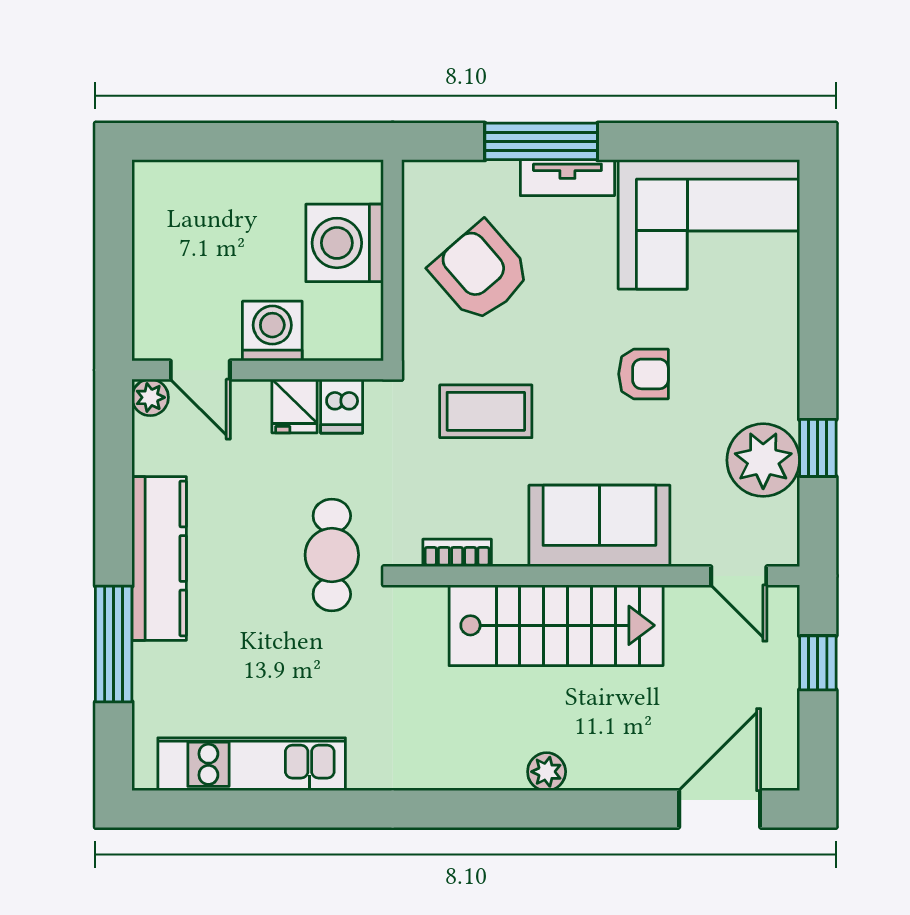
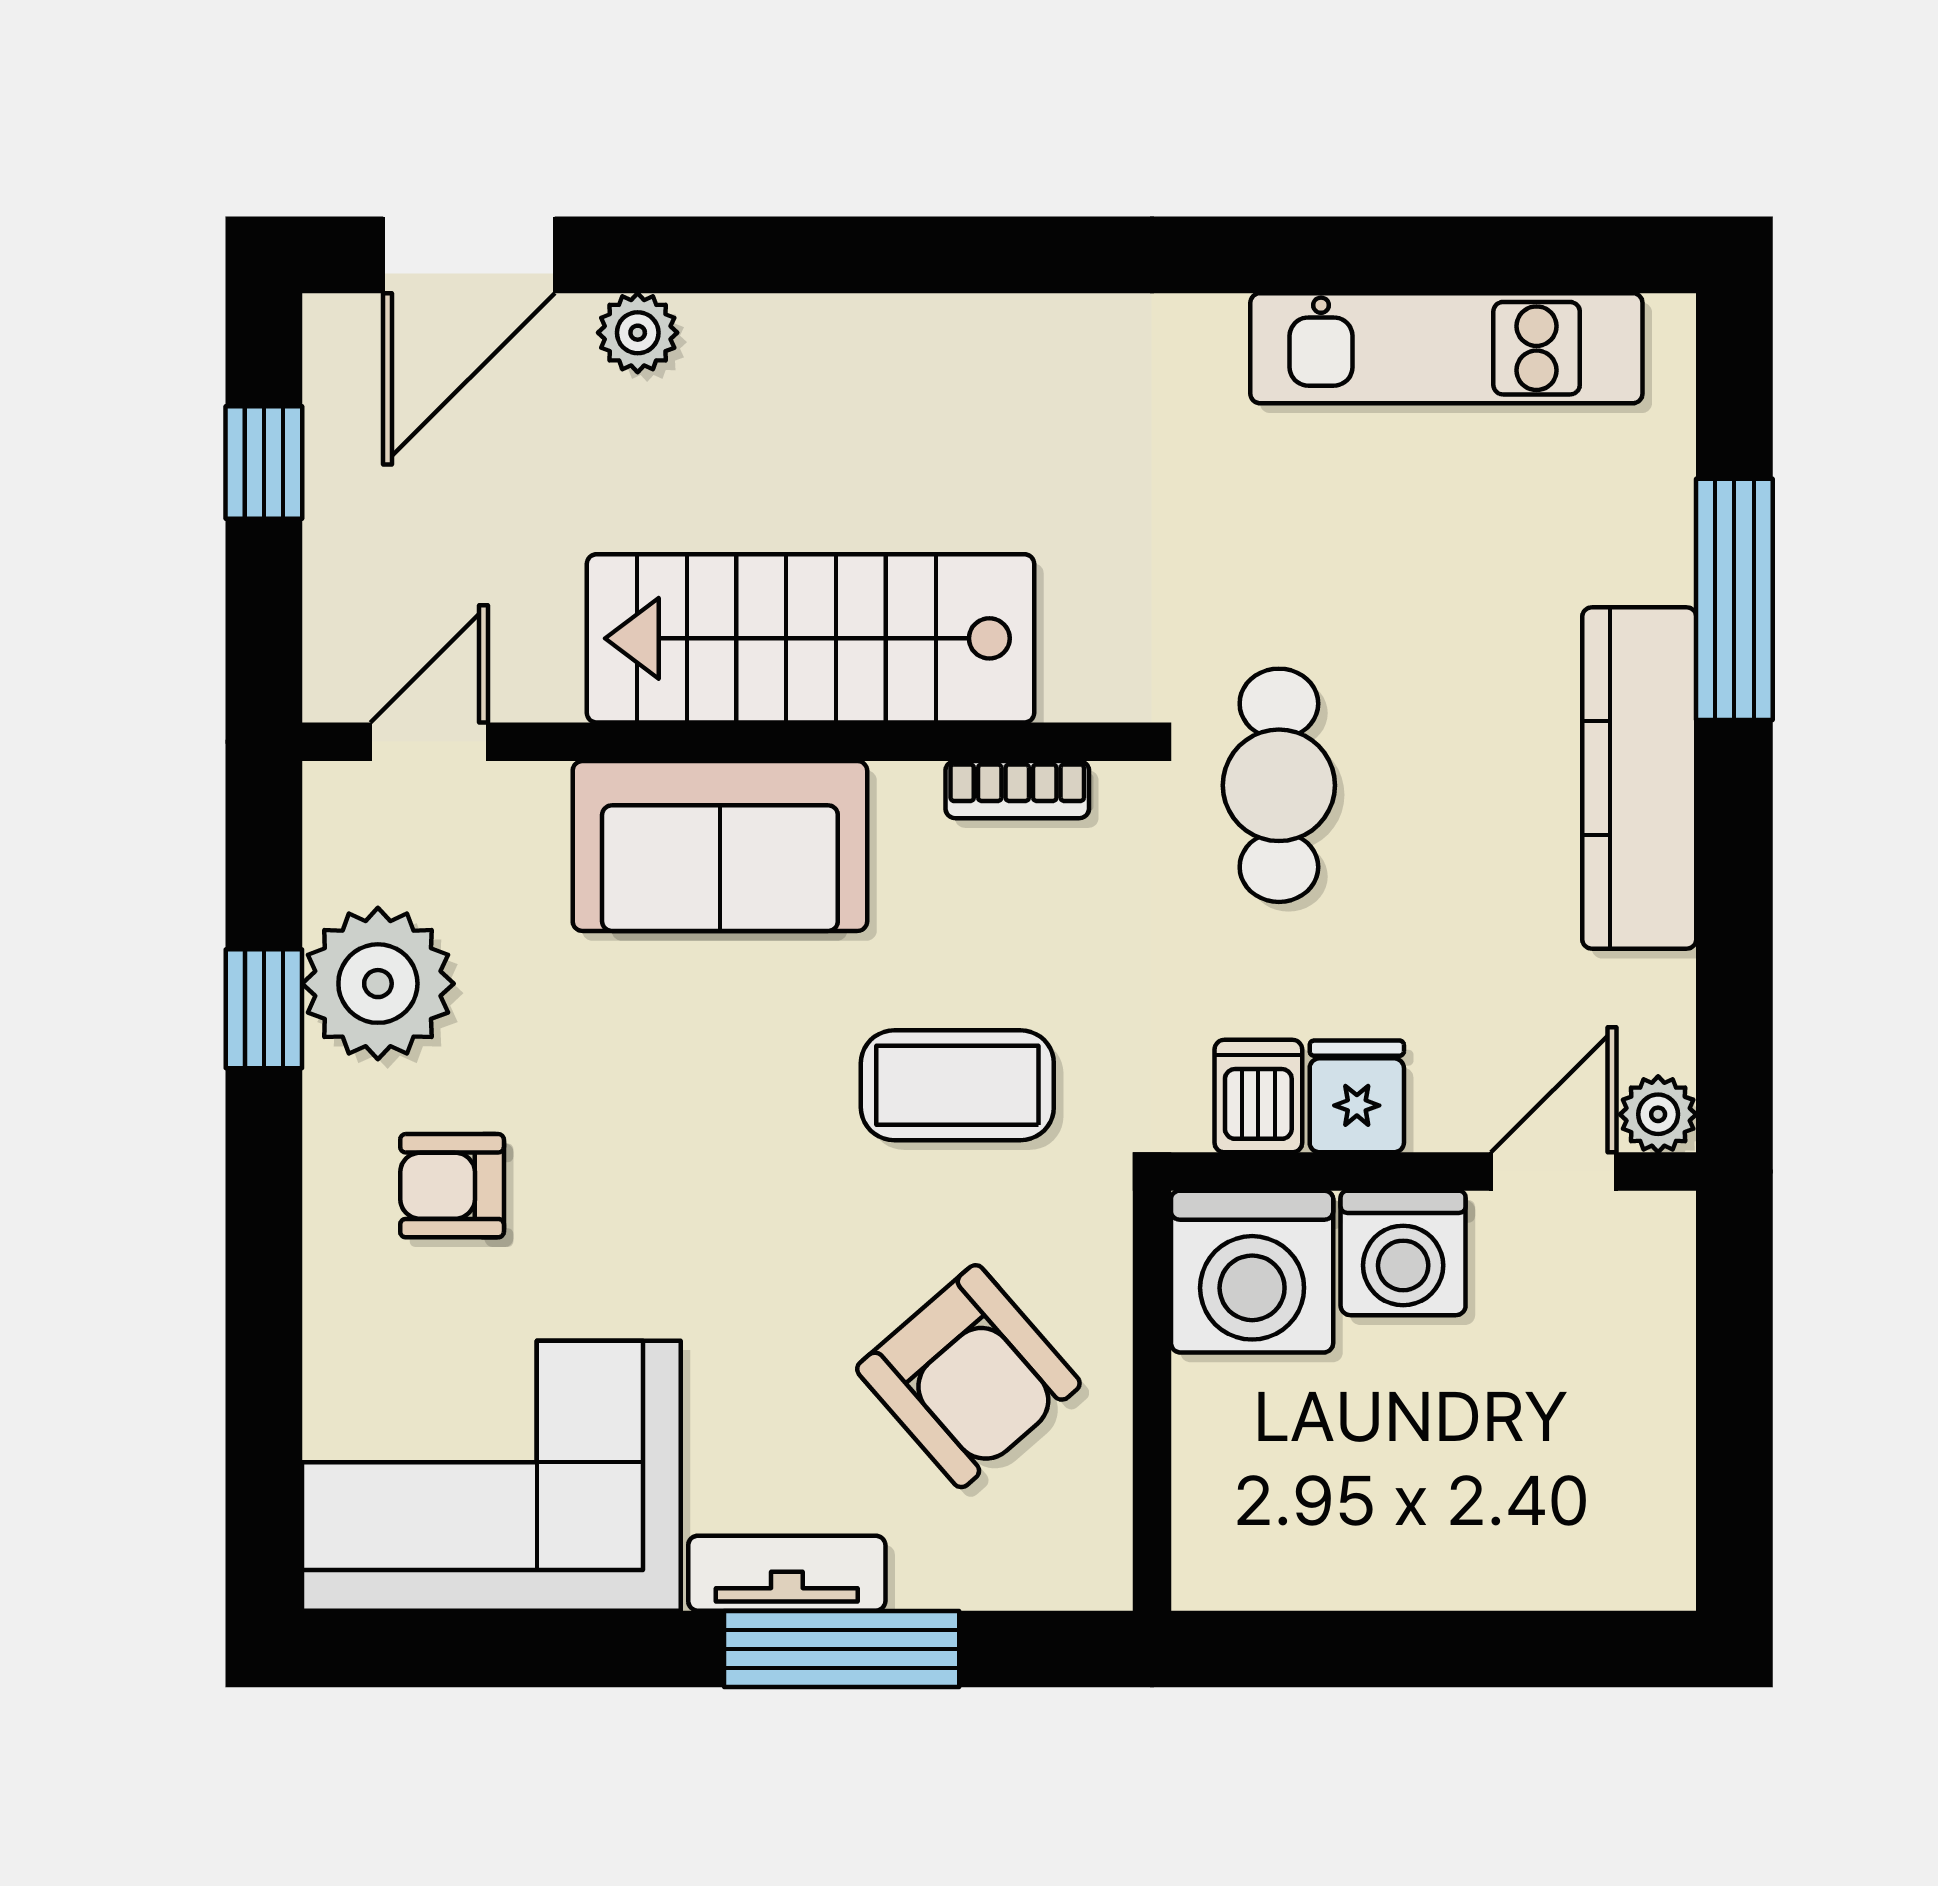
washing machine: (345, 243) -> (1252, 1272), moved, turned 90
door: (200, 370) -> (1554, 1172), hinge flipped
armchair: (644, 374) -> (452, 1186), moved
door: (739, 576) -> (429, 742), hinge flipped
window: (818, 663) -> (264, 463), moved
plant: (547, 772) -> (638, 333), moved

